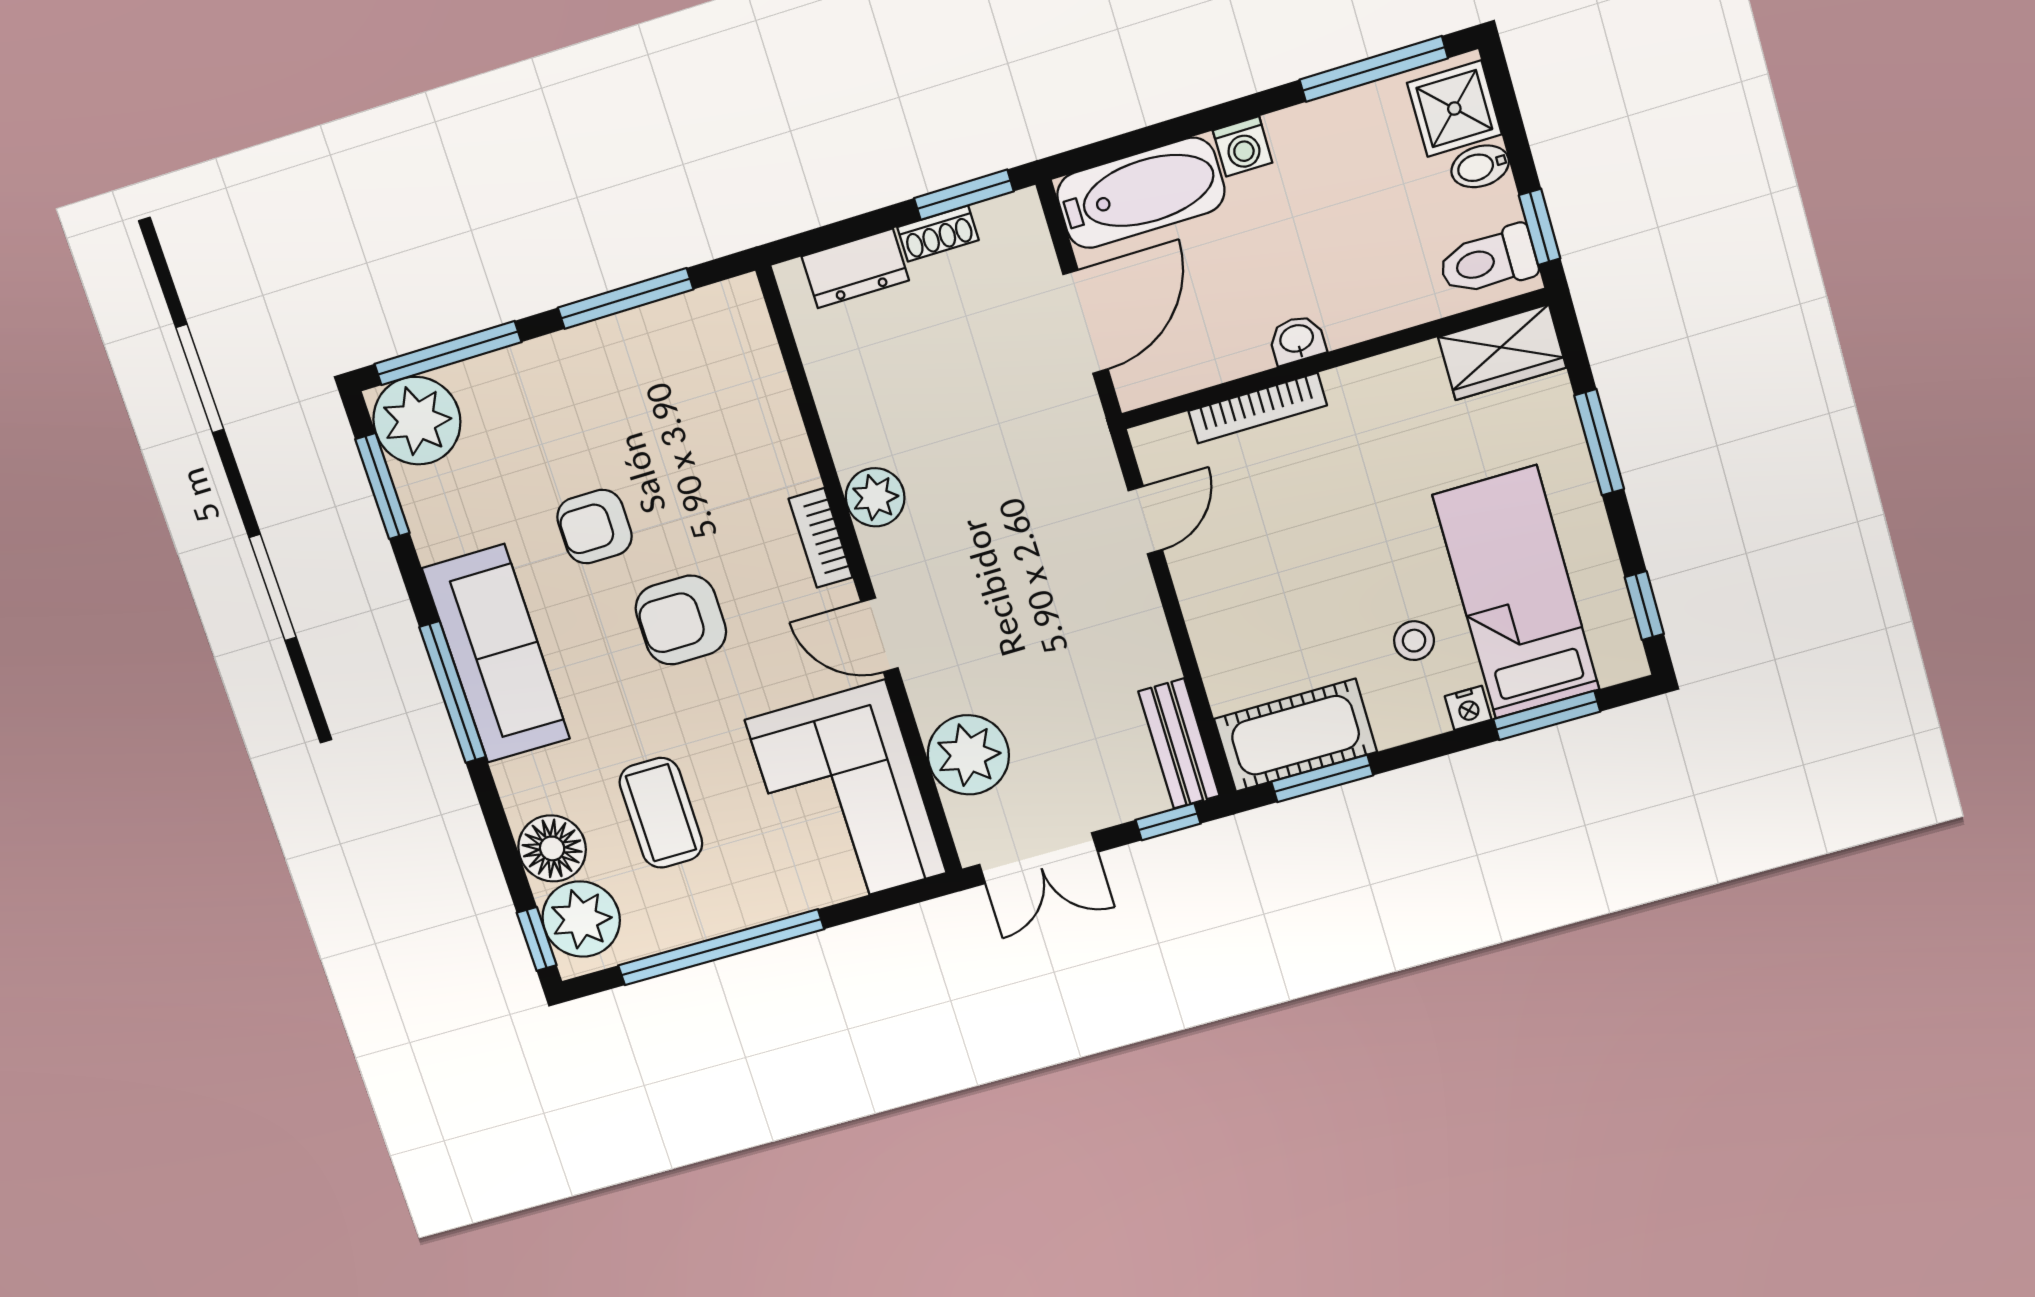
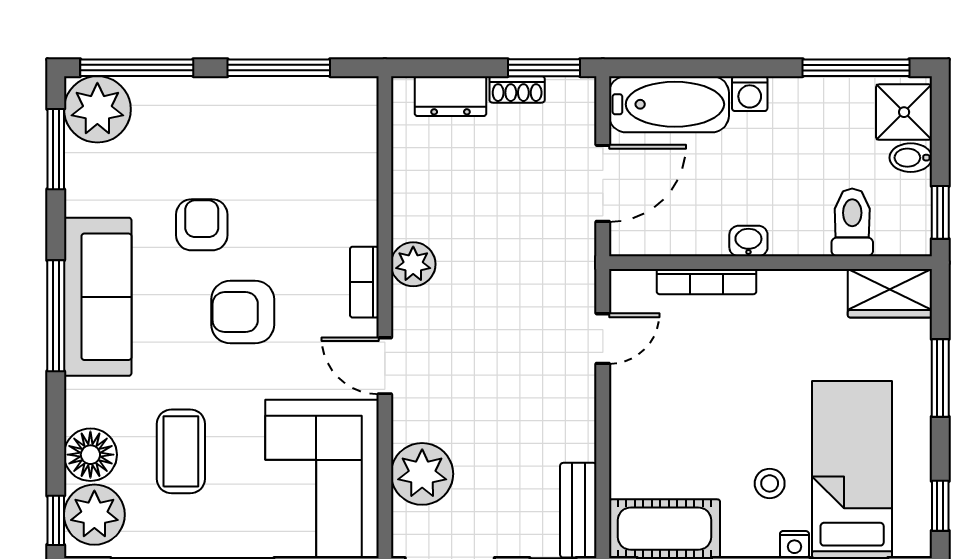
toilet: (1488, 261) -> (852, 222), moved, turned 90
armchair: (594, 527) -> (202, 225), turned 90

